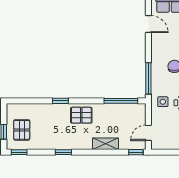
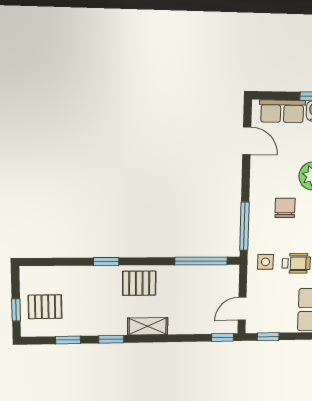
pallet: (22, 130) -> (45, 307), turned 90
shelving: (105, 144) -> (148, 326), moved
window: (19, 152) -> (68, 340), moved
window: (166, 152) -> (268, 337), added

